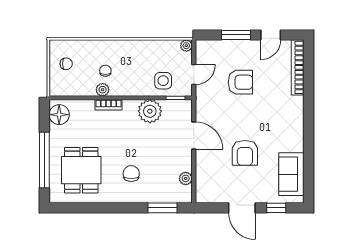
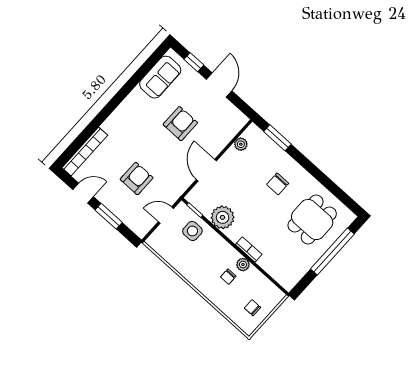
plant: (186, 46) -> (152, 241), removed
armchair: (240, 82) -> (137, 178), turned 90
floor lamp: (59, 115) -> (291, 275), removed

